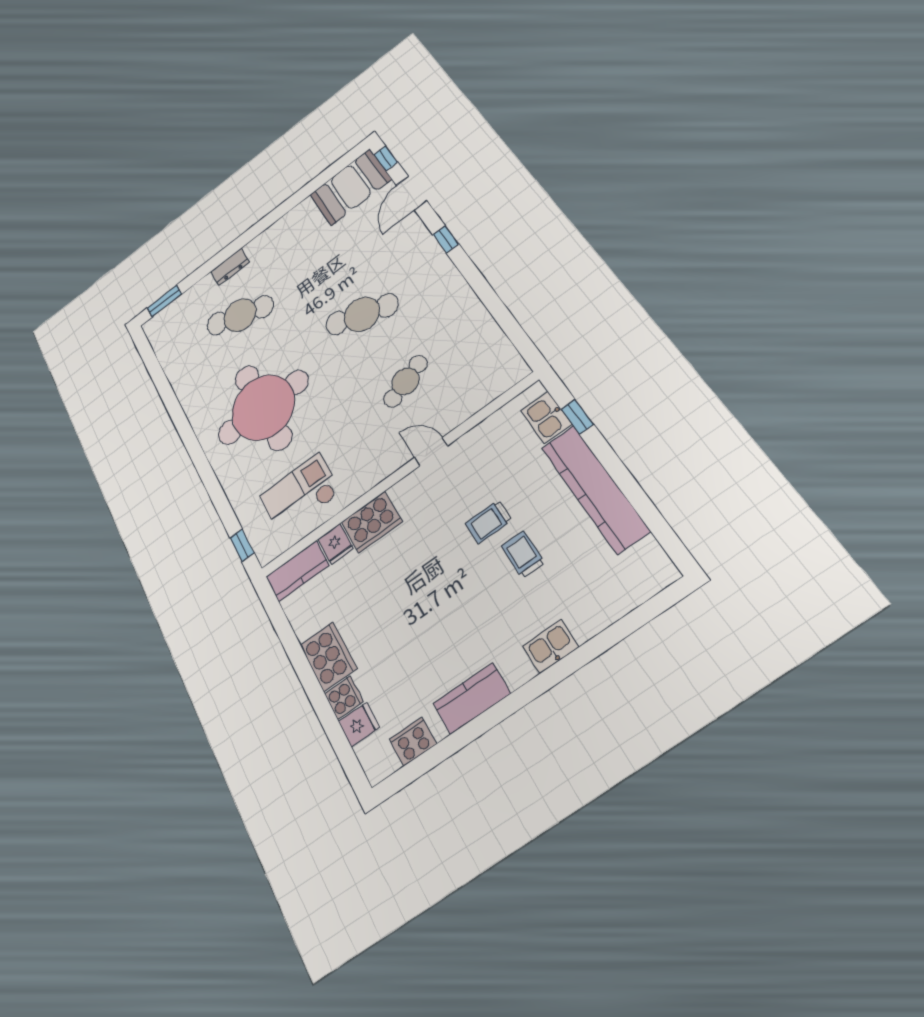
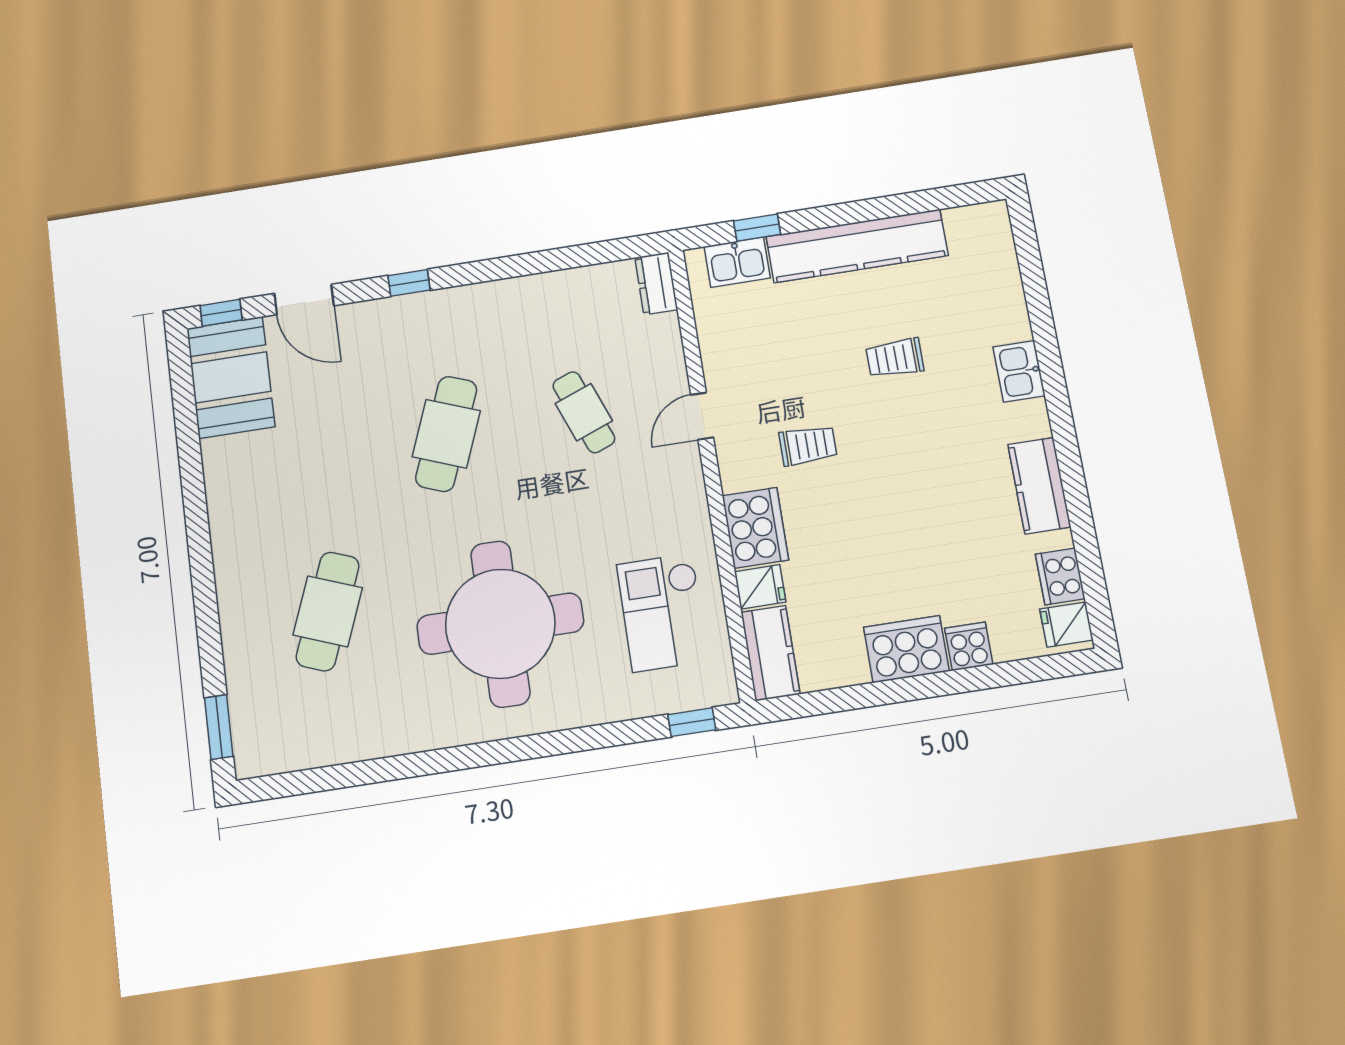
dresser: (230, 267) -> (656, 284), moved, turned 180
trolley: (488, 522) -> (808, 445), moved, turned -90
fridge: (359, 725) -> (1066, 625), moved, turned -90

